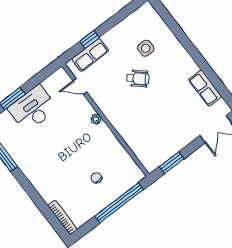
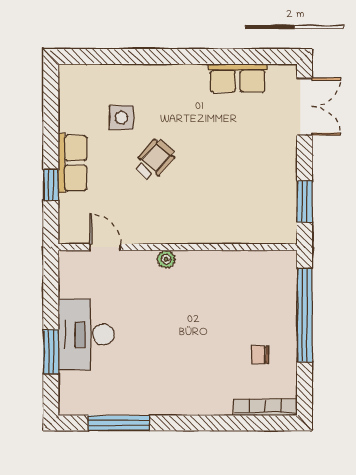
row of seats: (90, 55) -> (72, 163), moved
door: (80, 87) -> (105, 247), swing flipped
chair: (96, 178) -> (260, 355), moved

